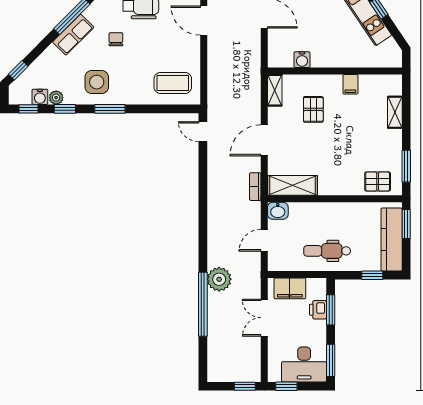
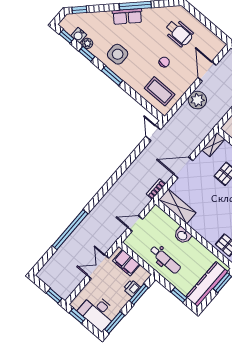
chair: (116, 39) -> (164, 62), moved
washbasin: (278, 211) -> (182, 235), moved
dental chair: (327, 251) -> (165, 260), turned 180
plant: (219, 279) -> (197, 100), moved

